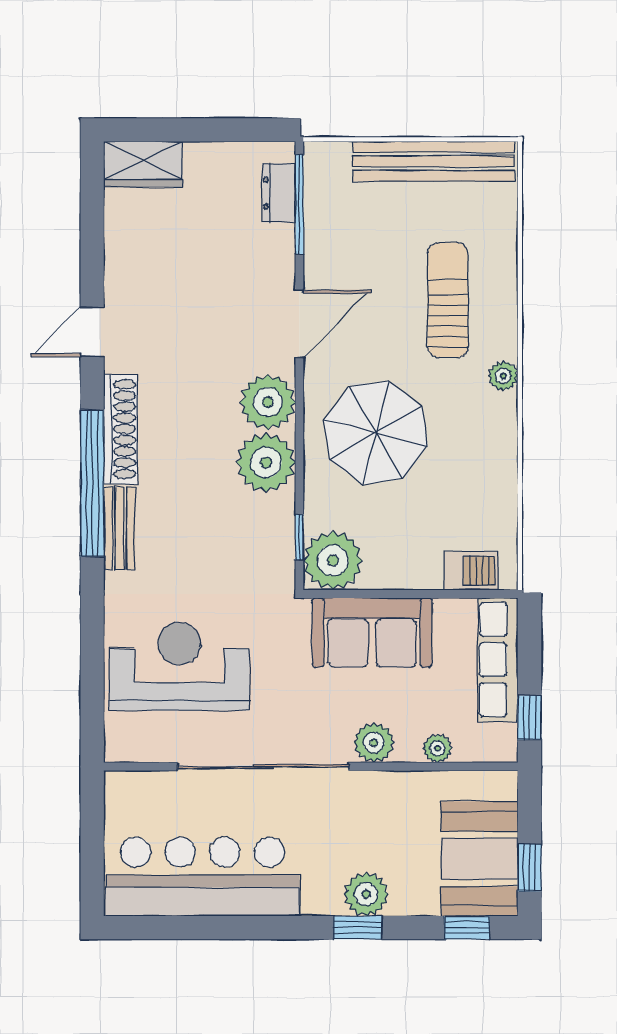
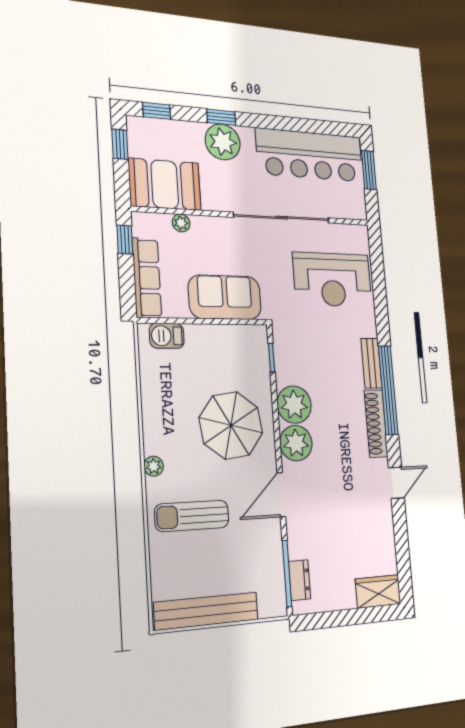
sun lounger: (448, 300) -> (192, 516), turned 90
plant: (333, 560) -> (251, 343), removed
plant: (374, 743) -> (219, 229), removed
window: (92, 859) -> (369, 170), added
booth: (479, 859) -> (165, 184), moved, turned 90
plant: (366, 894) -> (223, 142), width x1.36, depth x1.36

